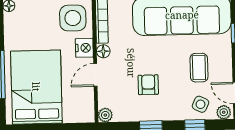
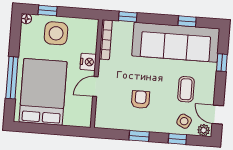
side table: (73, 18) -> (56, 33), moved
floor lamp: (103, 51) -> (104, 67), removed
plant: (105, 115) -> (100, 122), removed

